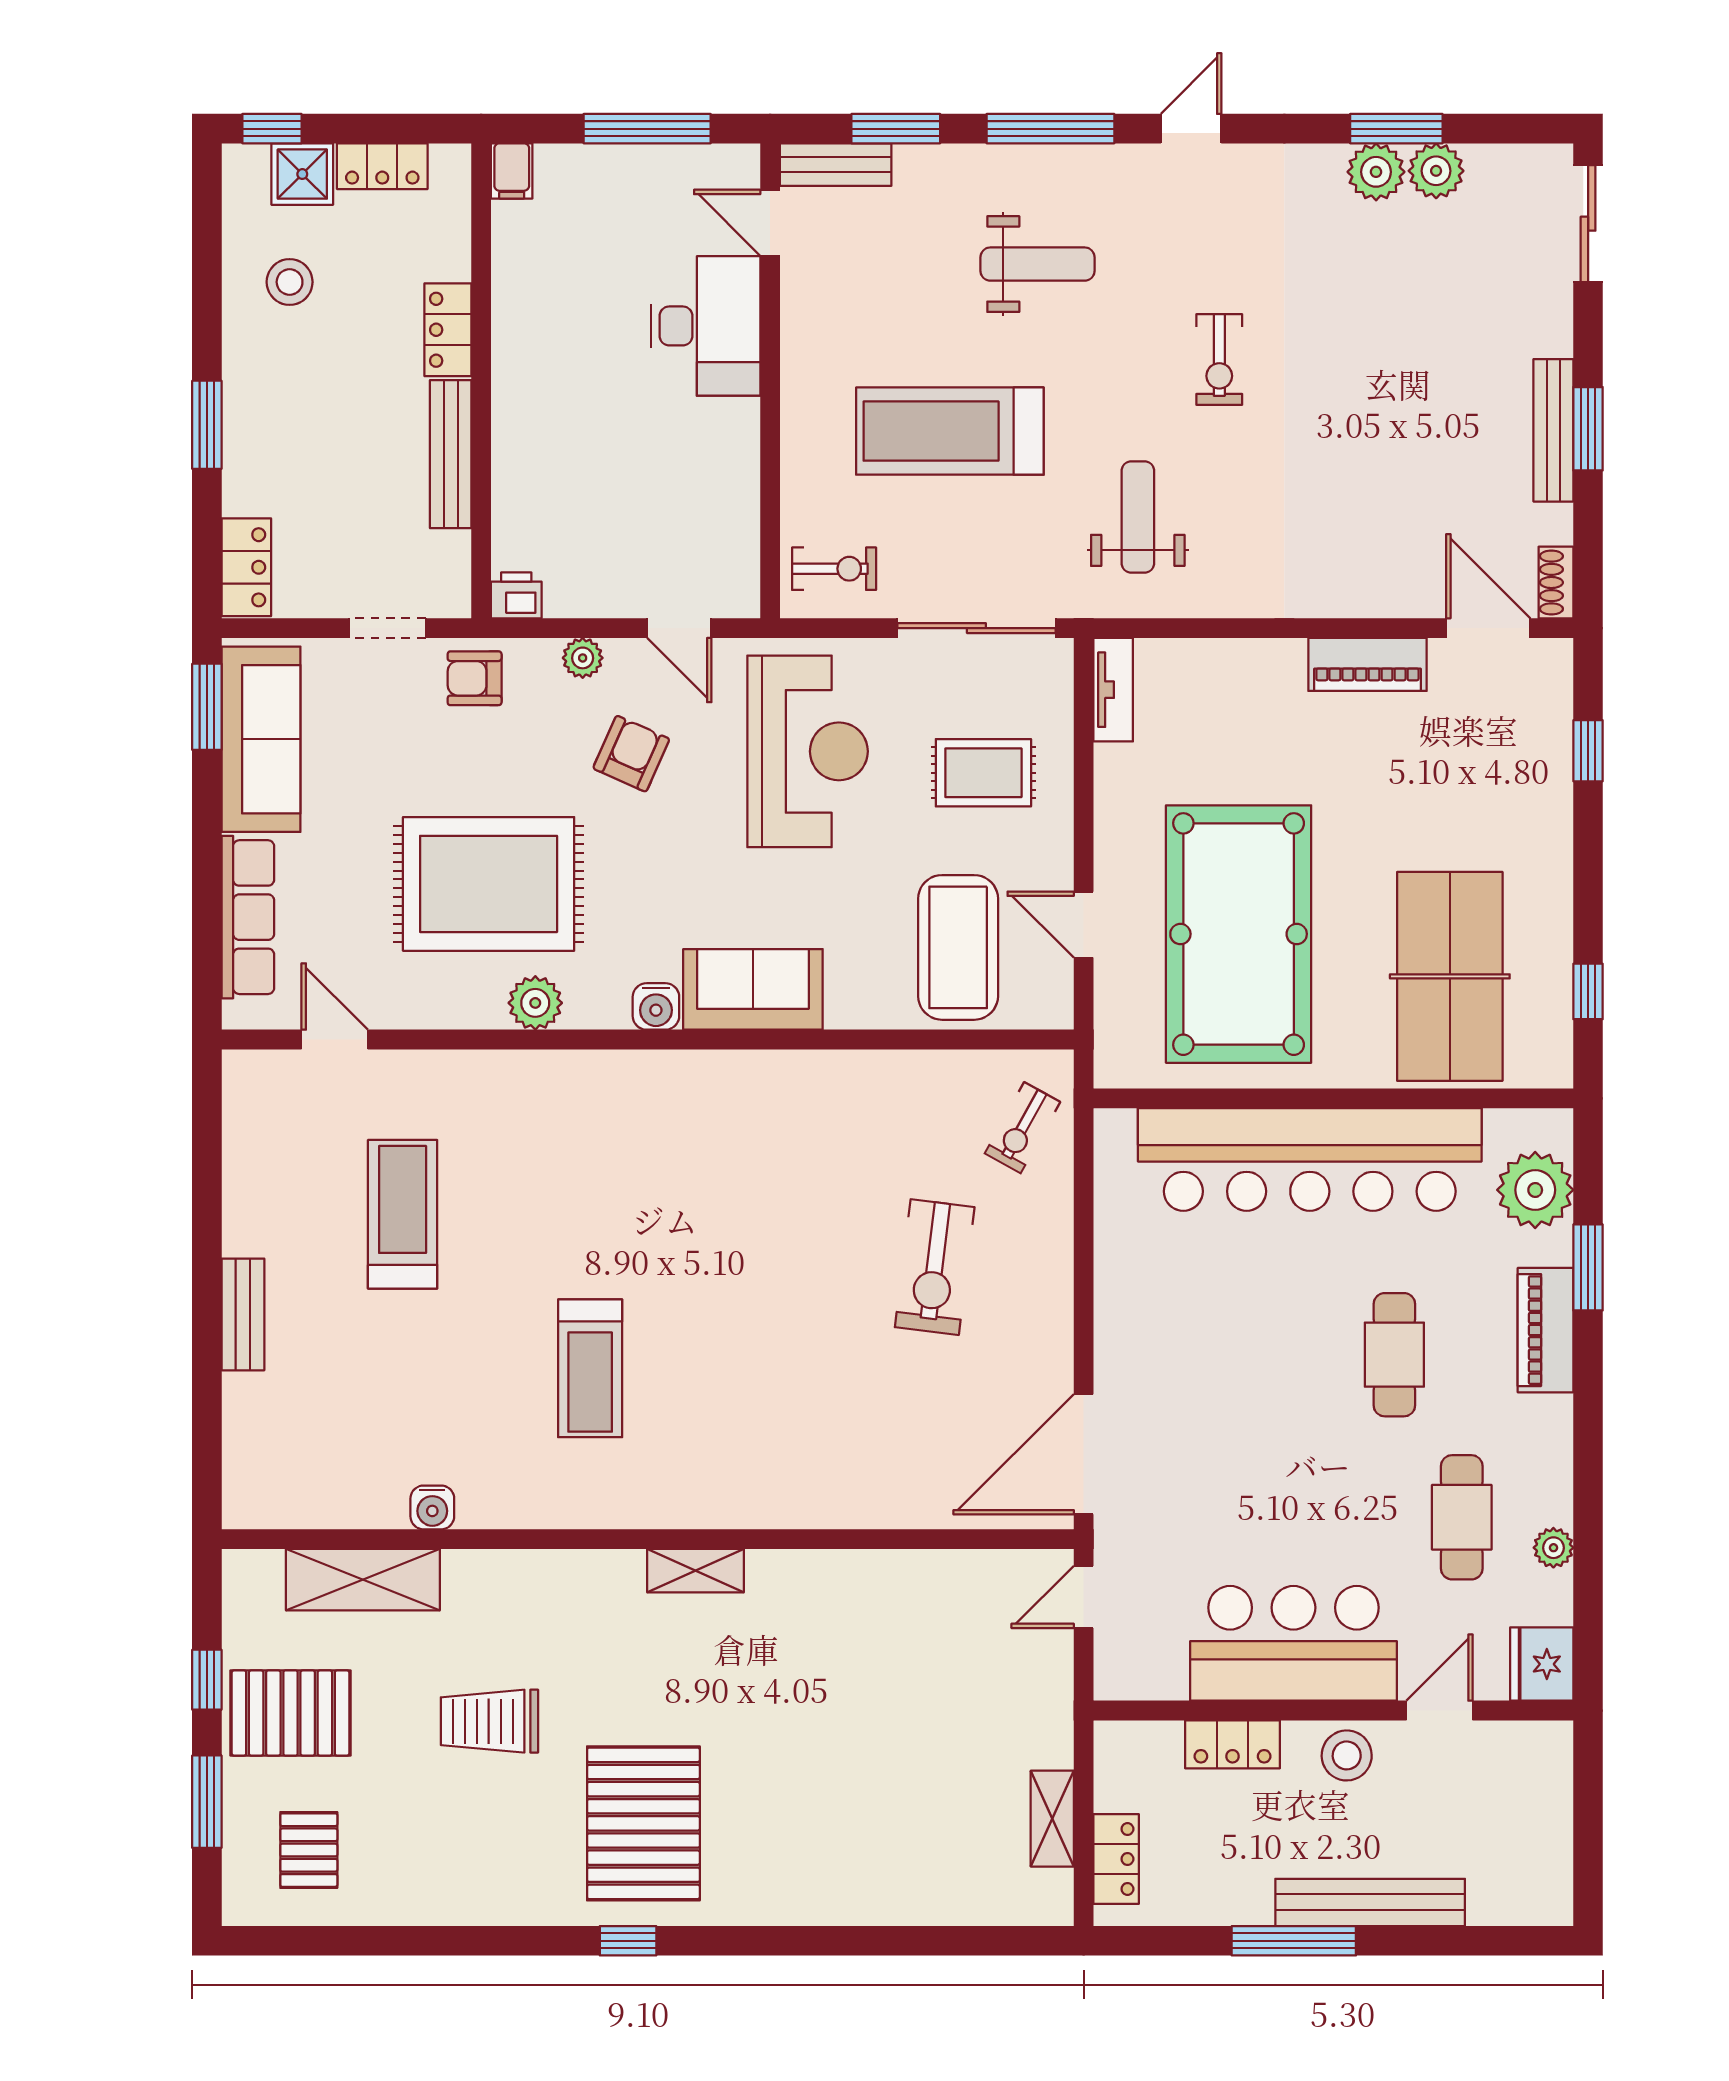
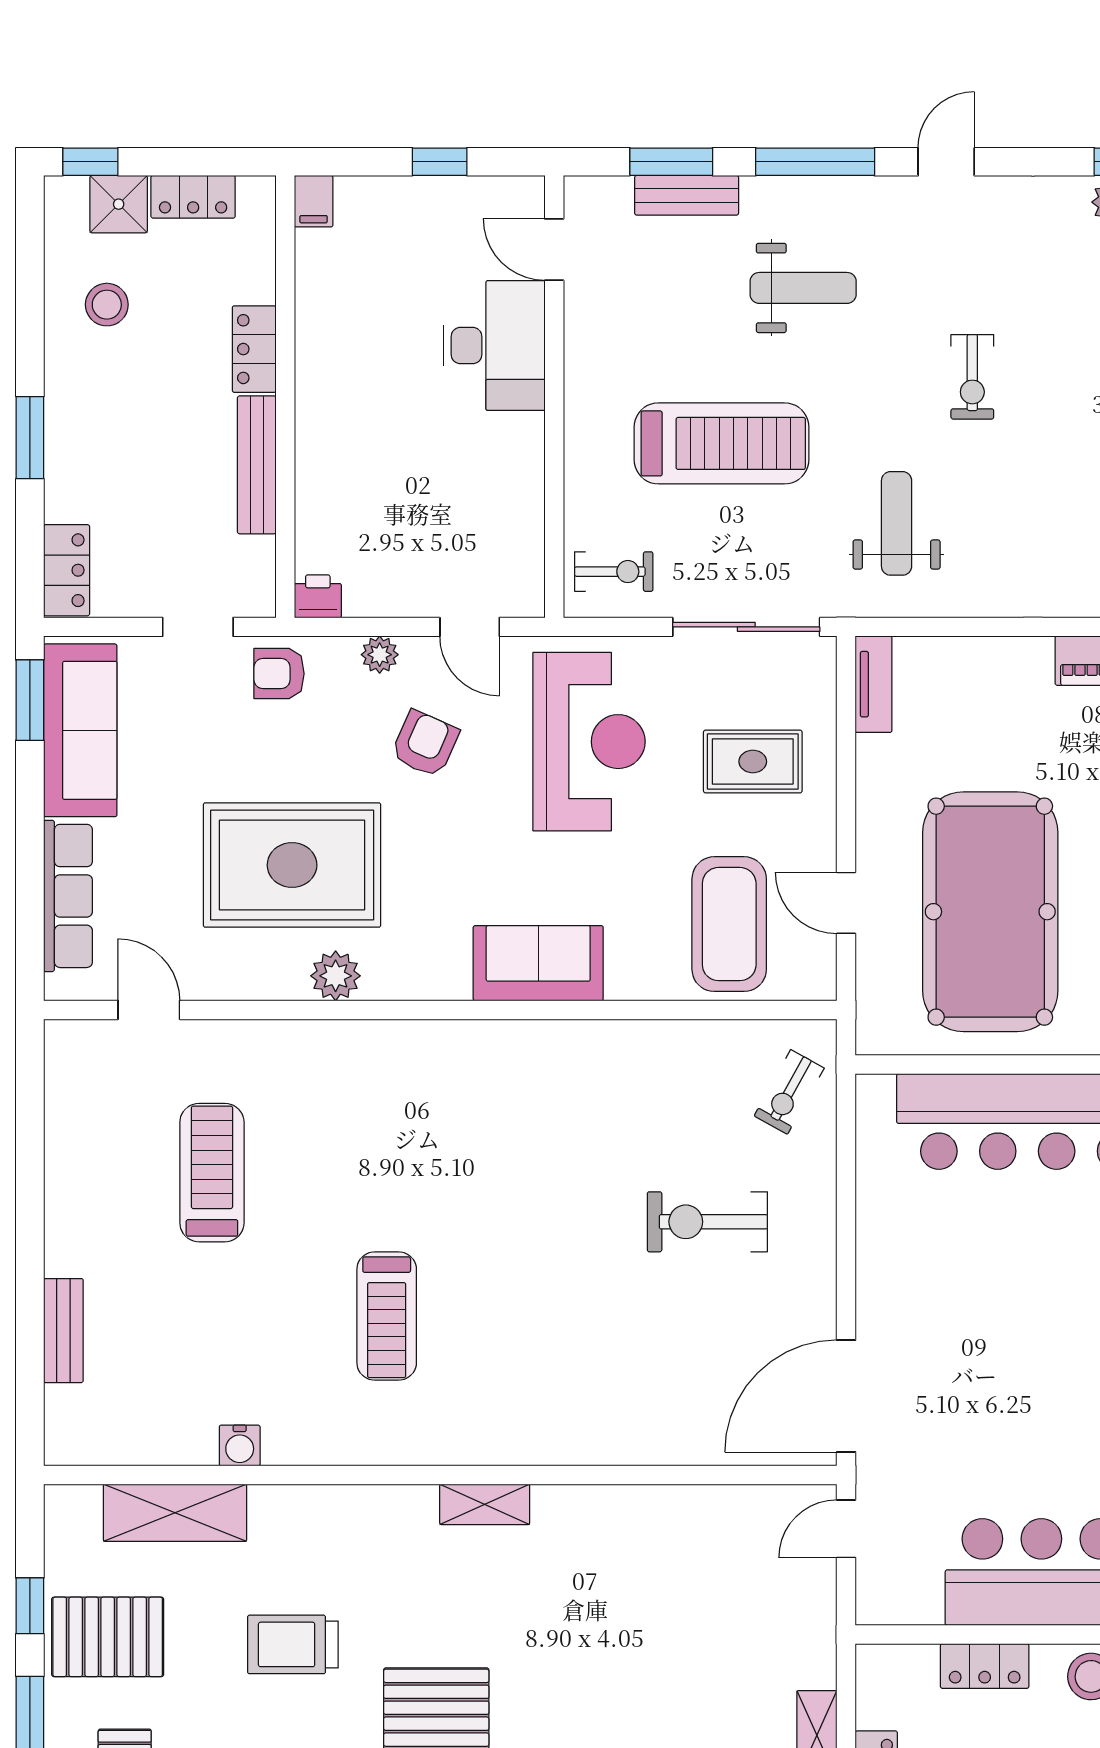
window: (647, 129) -> (440, 162), width x0.46
bench: (836, 165) -> (687, 195), moved
treadmill: (950, 431) -> (721, 443), turned 180
water cooler: (656, 1006) -> (448, 979), removed
exercise bike: (935, 1267) -> (707, 1222), turned 83
bench: (243, 1314) -> (63, 1331), moved

